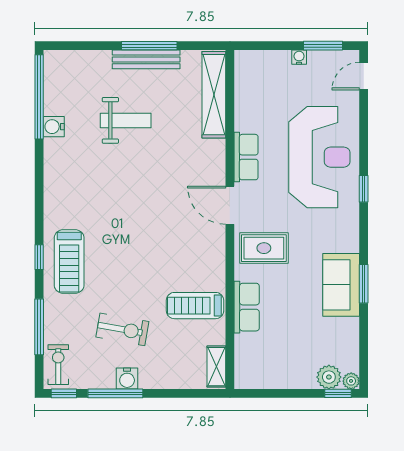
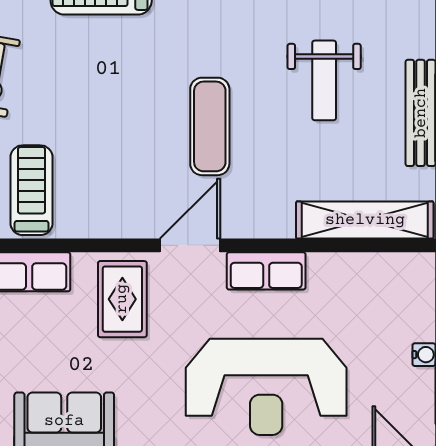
exercise mat: (155, 193) -> (210, 126), added

